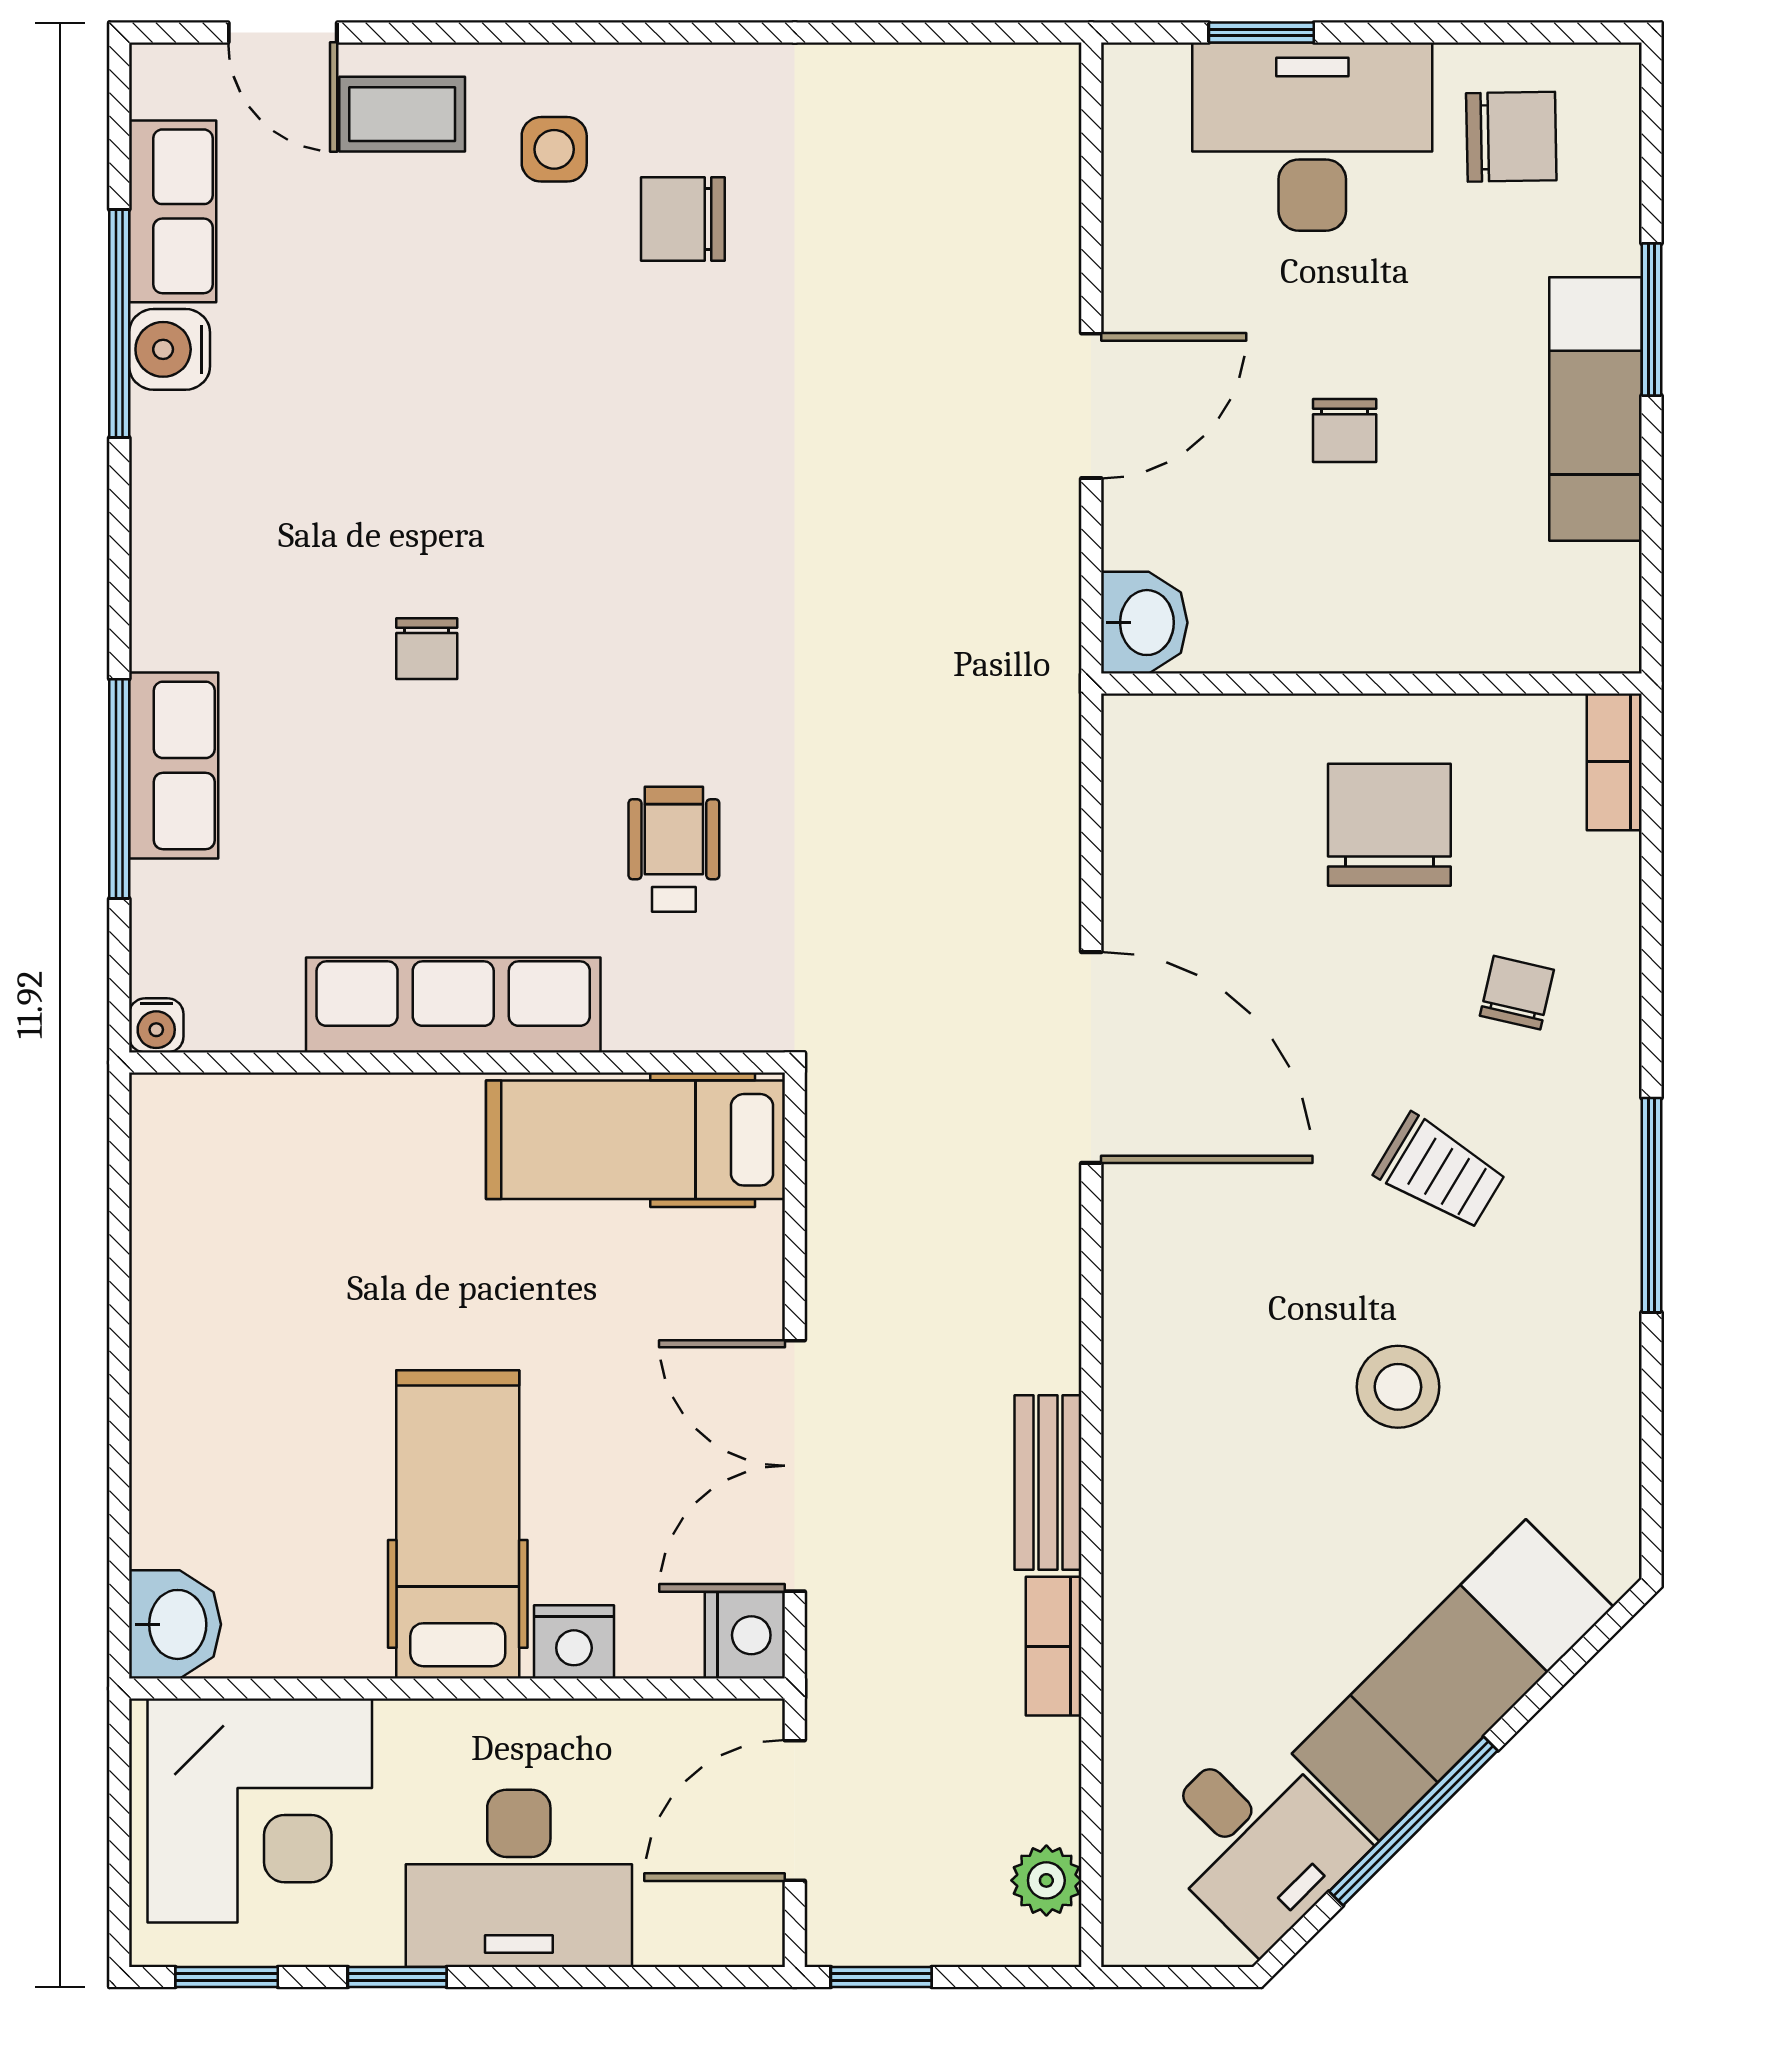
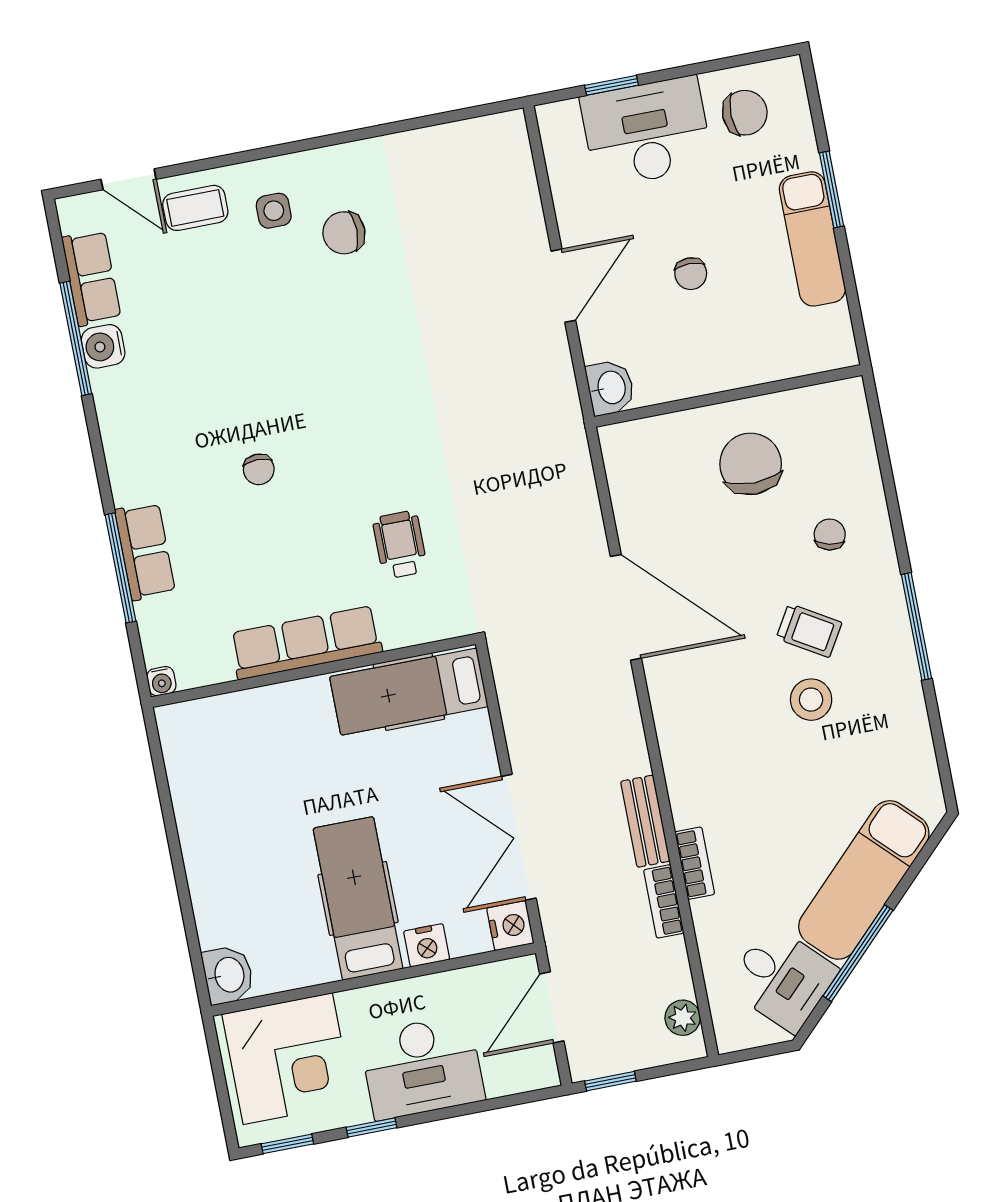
bookcase: (1614, 762) -> (695, 863), moved, turned 180
stool: (1398, 1387) -> (811, 700), moved

